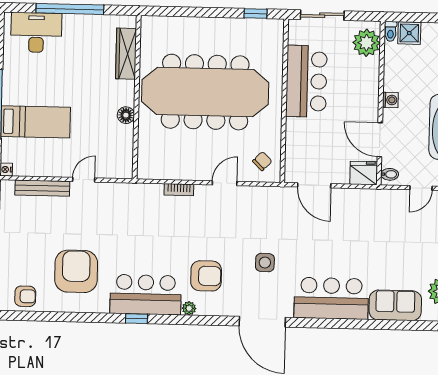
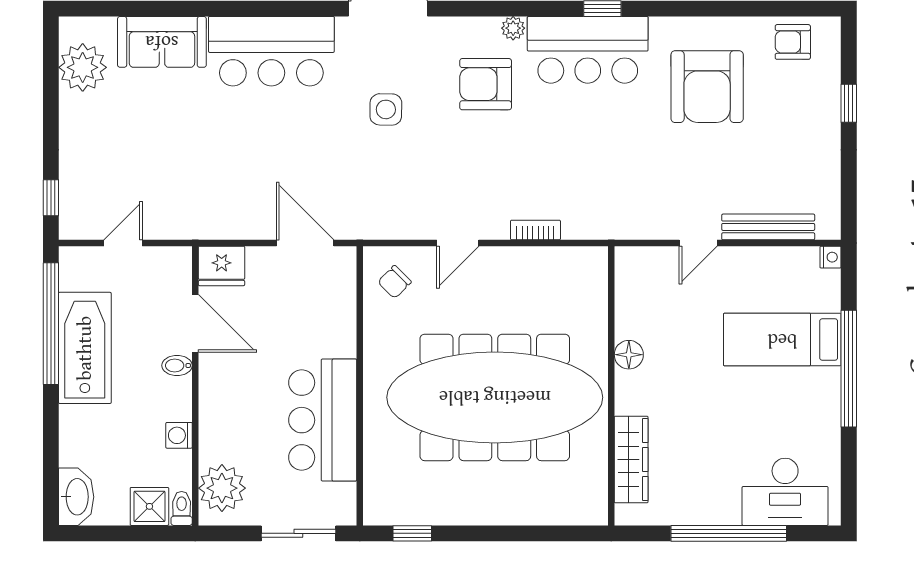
washing machine: (390, 100) -> (179, 435), moved
bidet: (390, 174) -> (177, 365), moved

